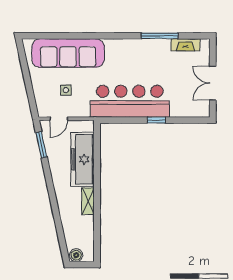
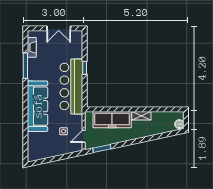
sofa: (68, 53) -> (38, 106), moved
door: (59, 119) -> (84, 136), swing flipped

